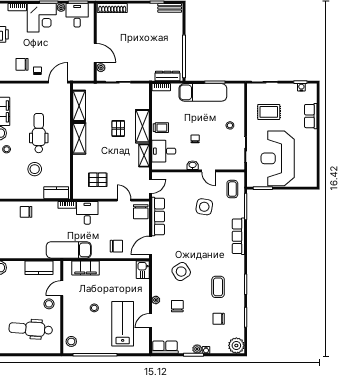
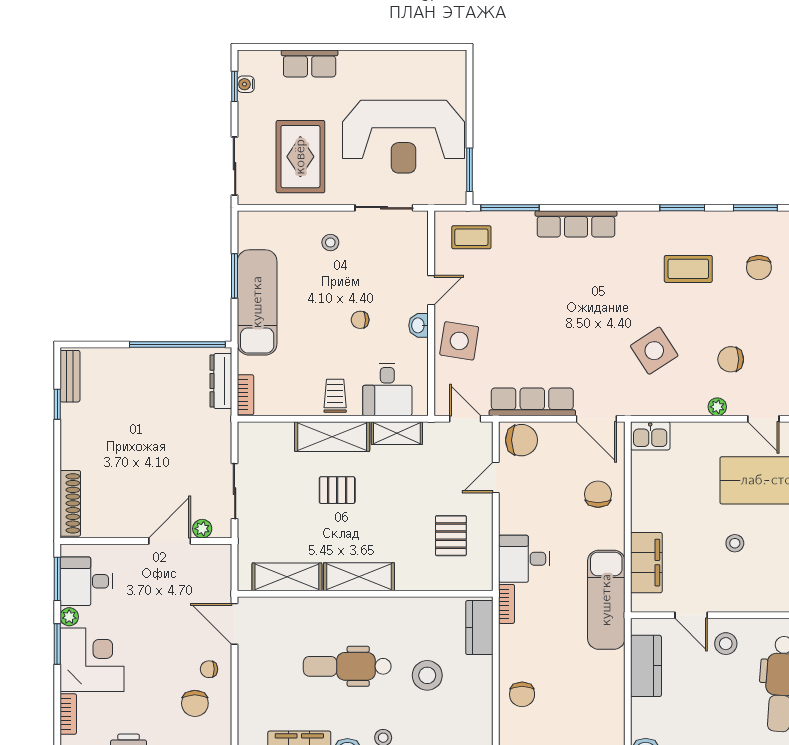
rug: (269, 112) -> (300, 157), width x1.36, depth x1.43
side table: (204, 207) -> (459, 341), moved

